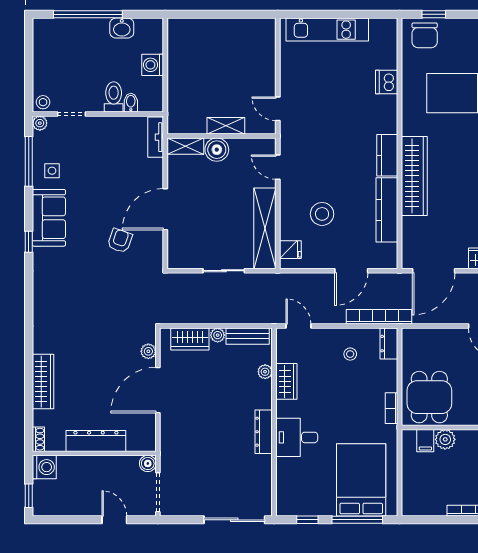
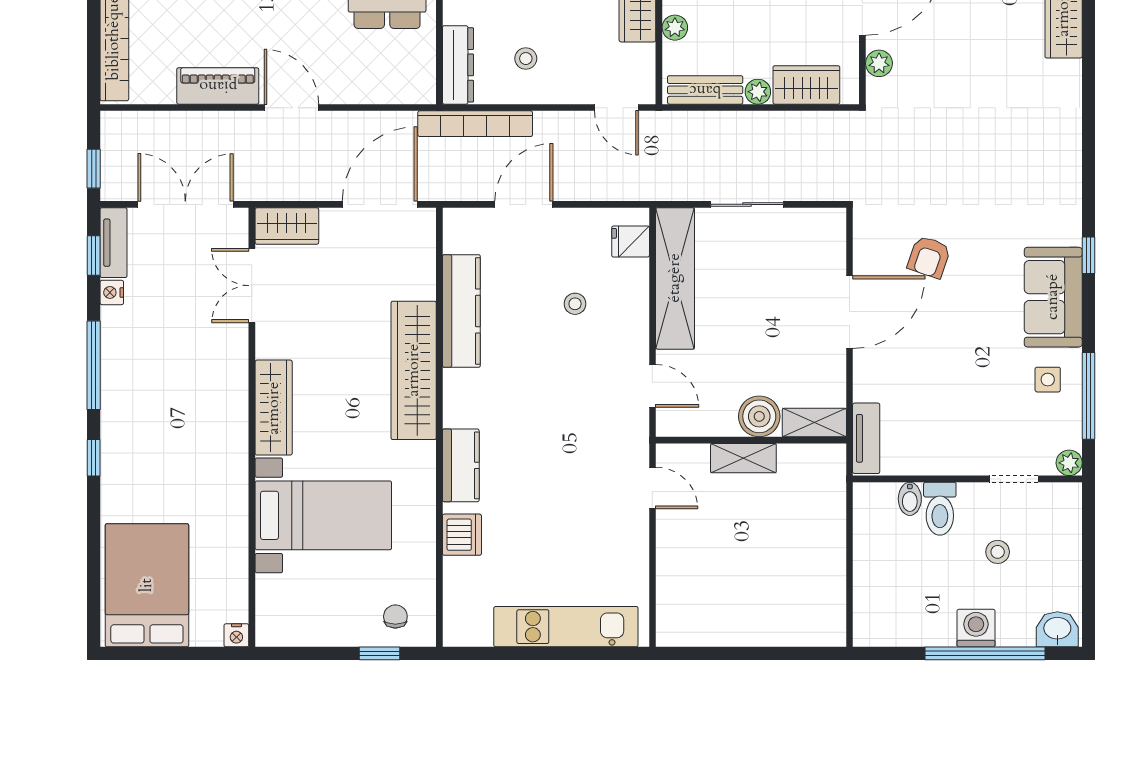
washbasin: (122, 28) -> (1057, 629), moved
chair: (425, 35) -> (395, 617), width x0.54, depth x0.54
washing machine: (153, 65) -> (976, 628), moved, turned -90
stool: (43, 102) -> (998, 552), moved
kitchen counter: (387, 155) -> (461, 465), moved
stool: (322, 214) -> (575, 304), width x0.53, depth x0.53
dresser: (389, 344) -> (458, 65), width x1.44

